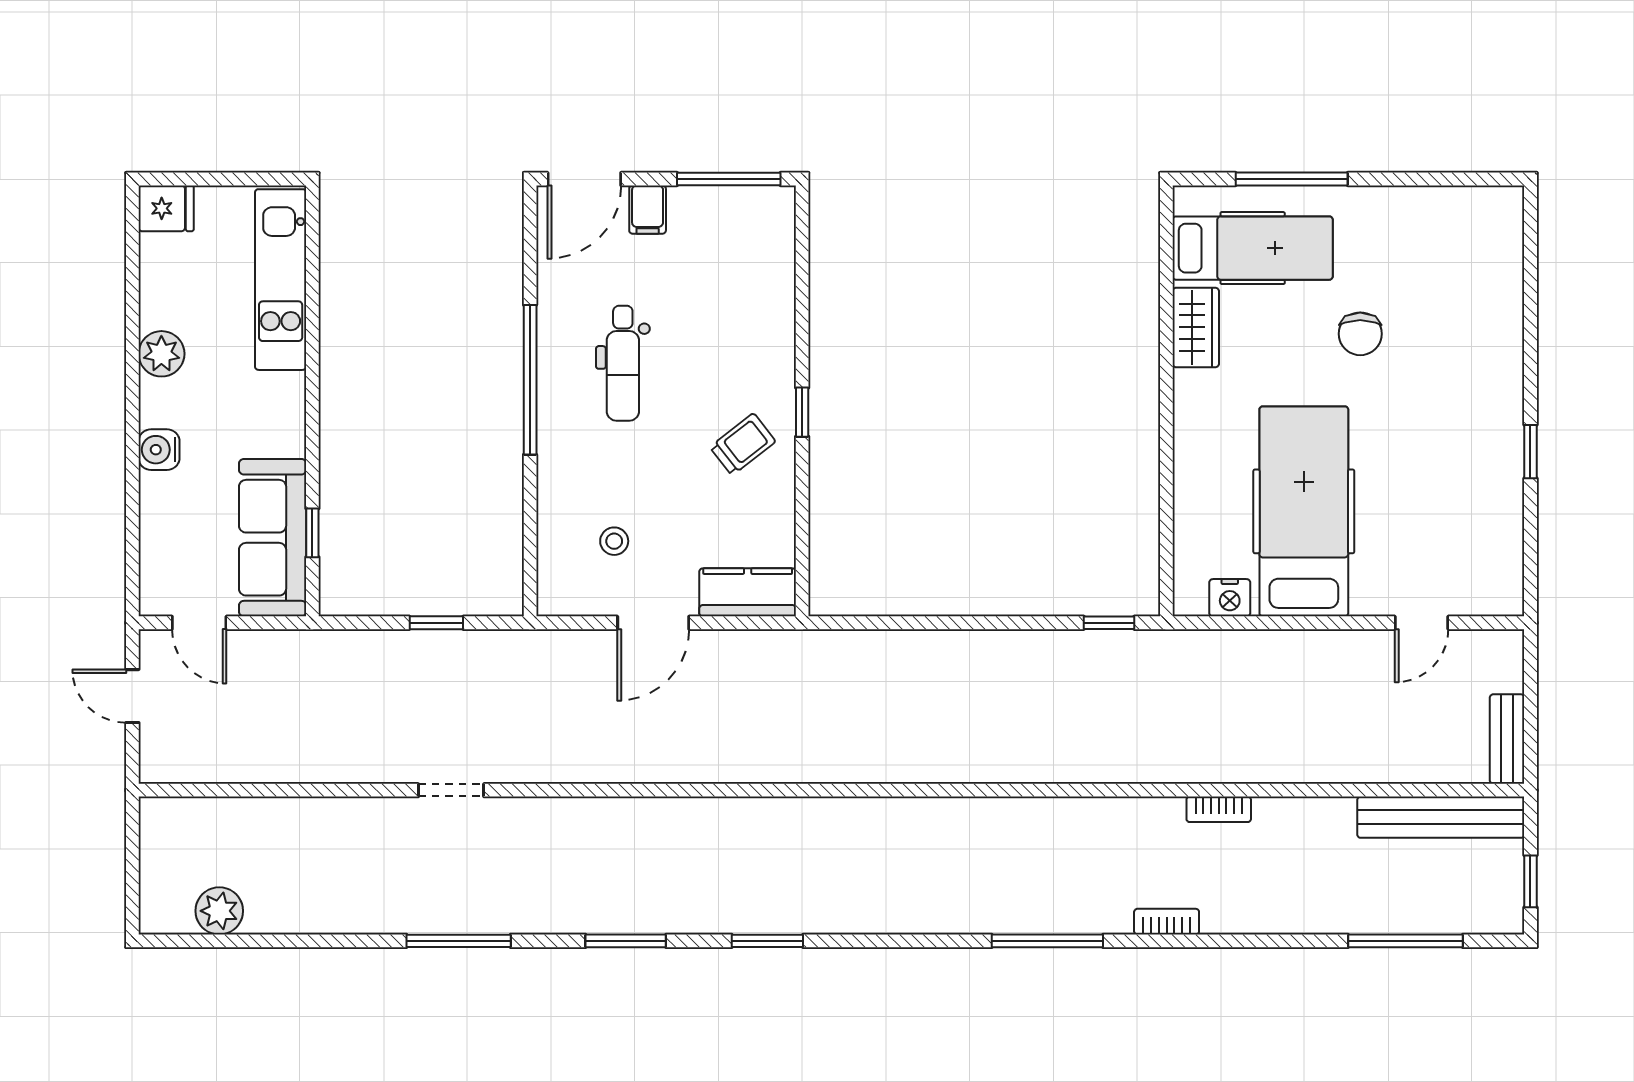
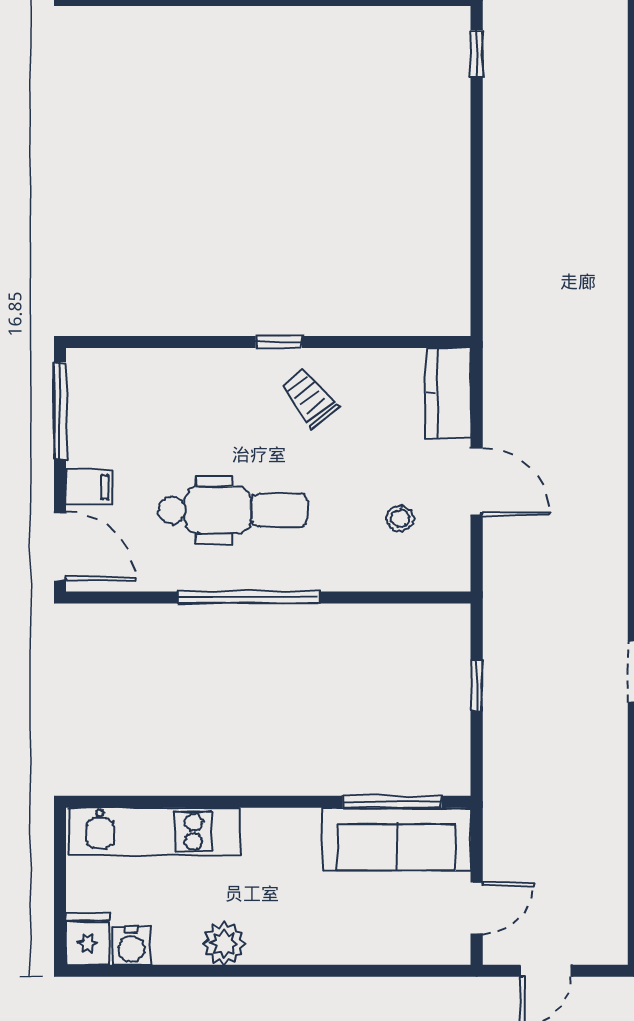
dental chair: (623, 363) -> (233, 510), width x1.36, depth x1.38
water cooler: (159, 450) -> (131, 946), moved
window: (312, 533) -> (392, 802), width x2.17

